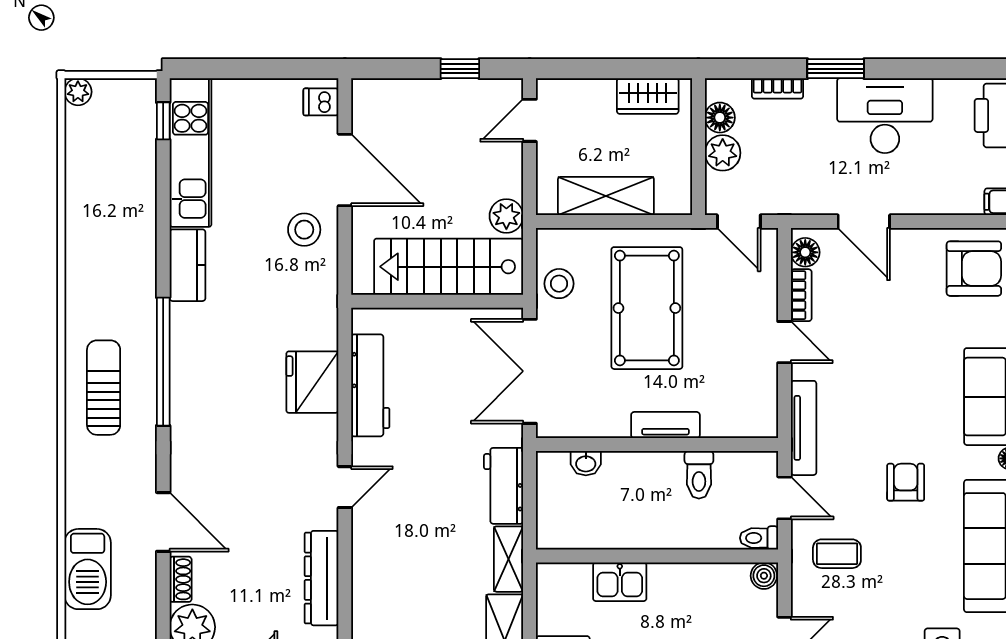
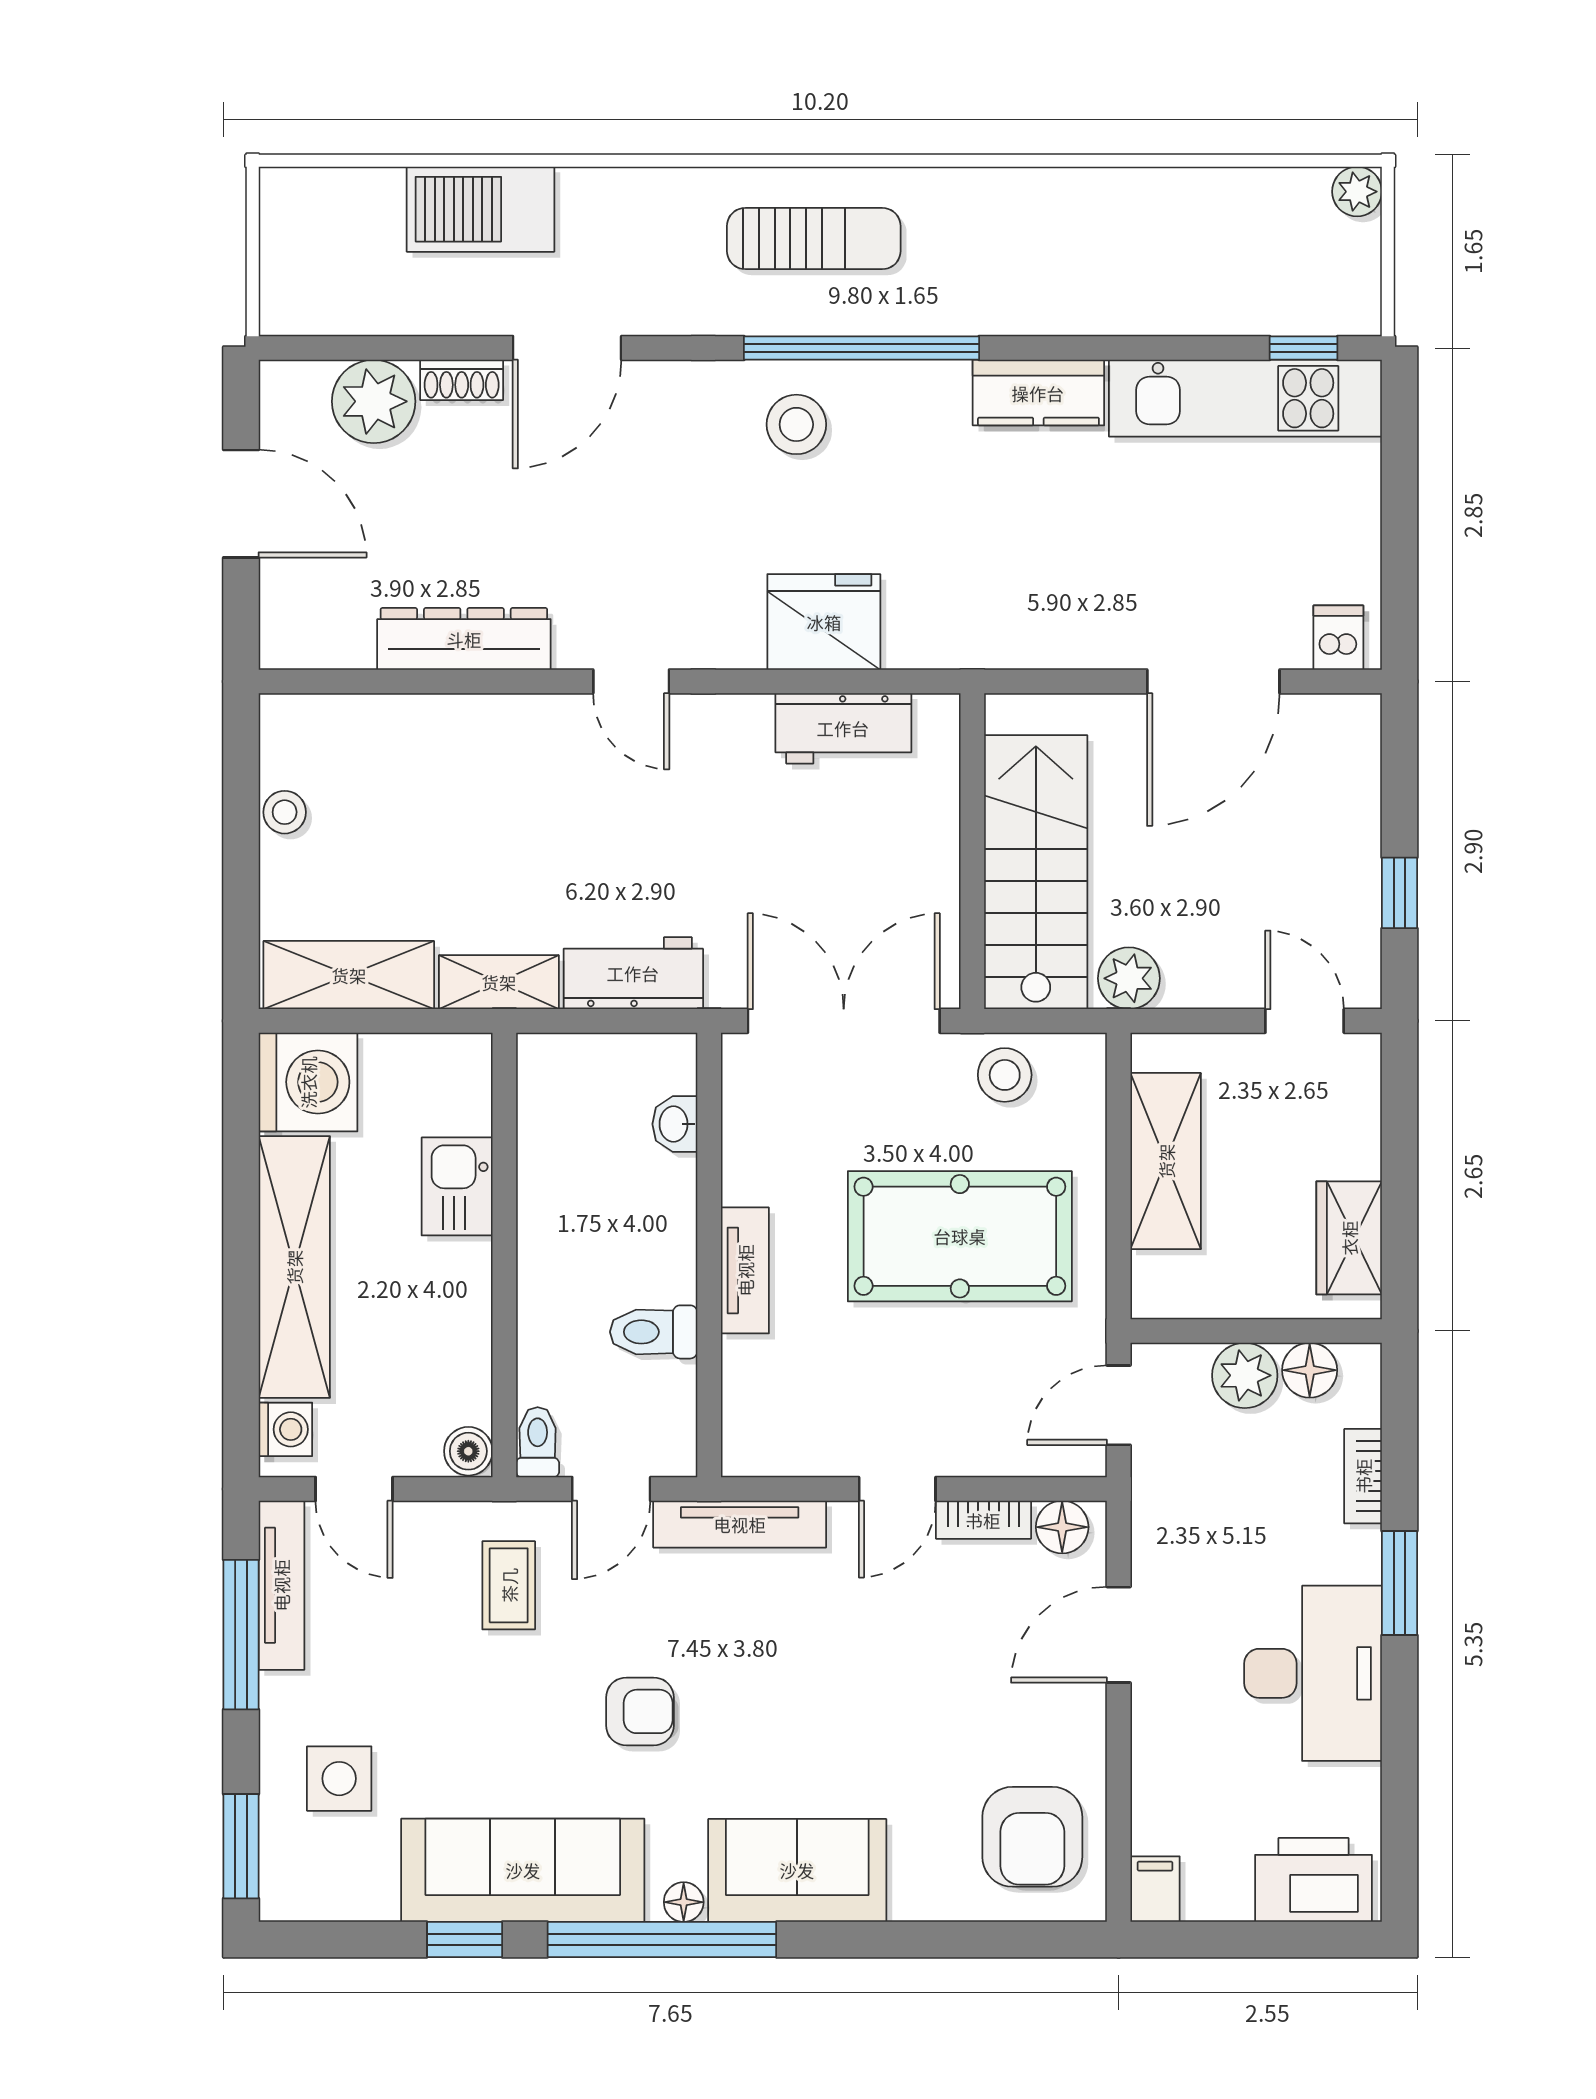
stool: (304, 230) -> (796, 424), moved
workbench: (370, 385) -> (843, 728), width x0.73

